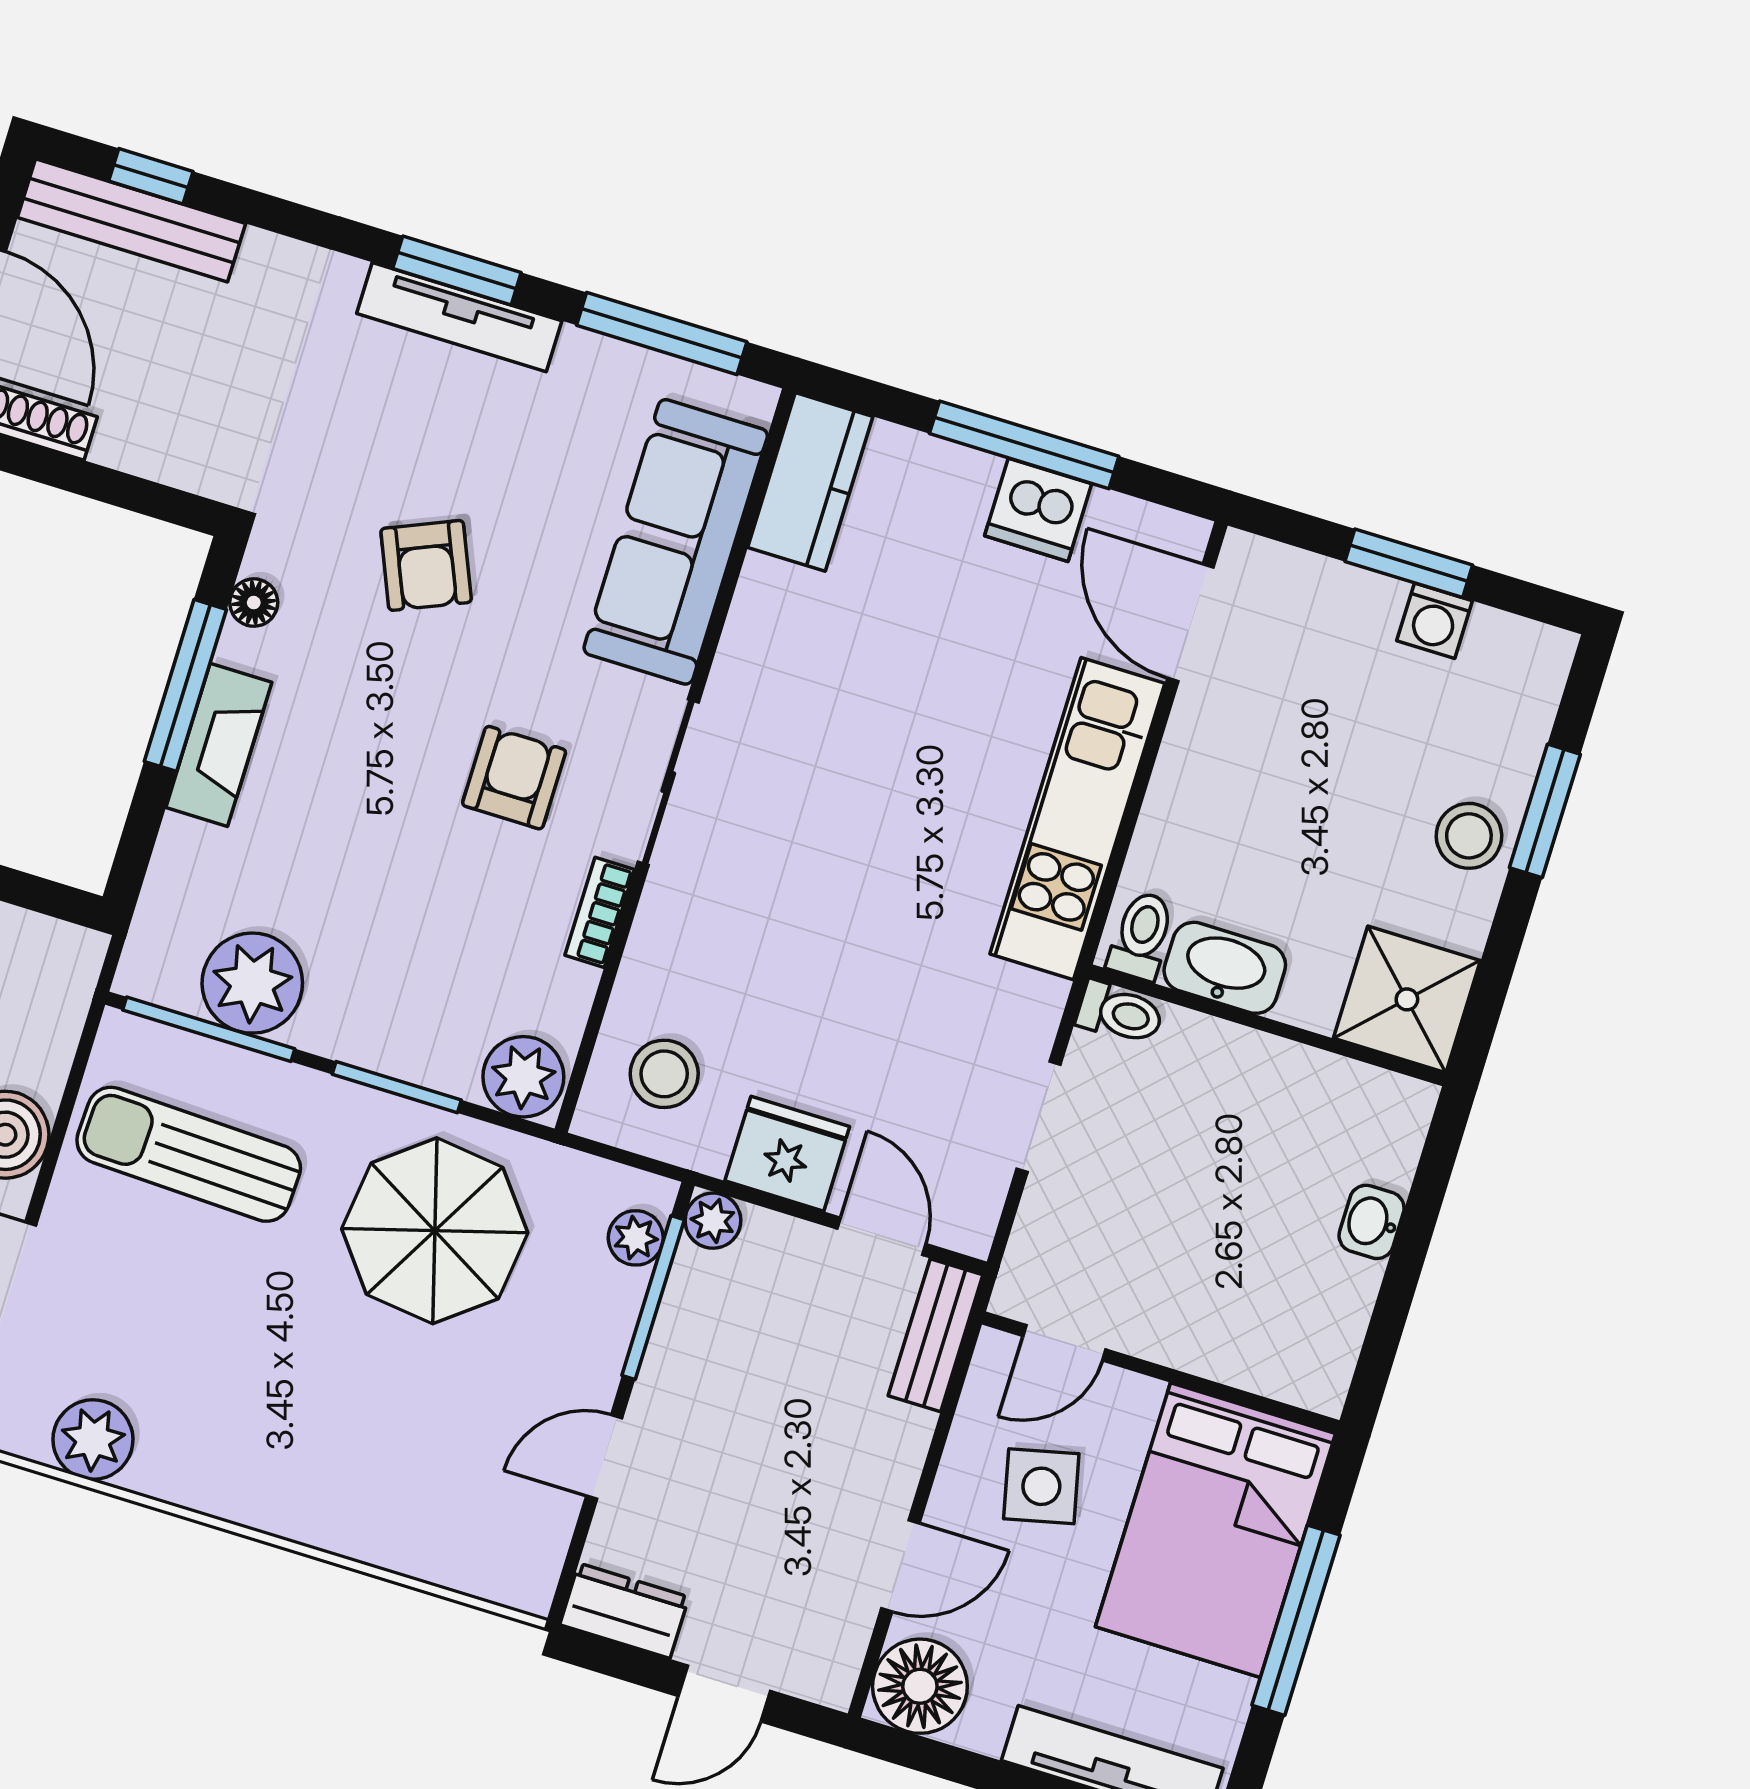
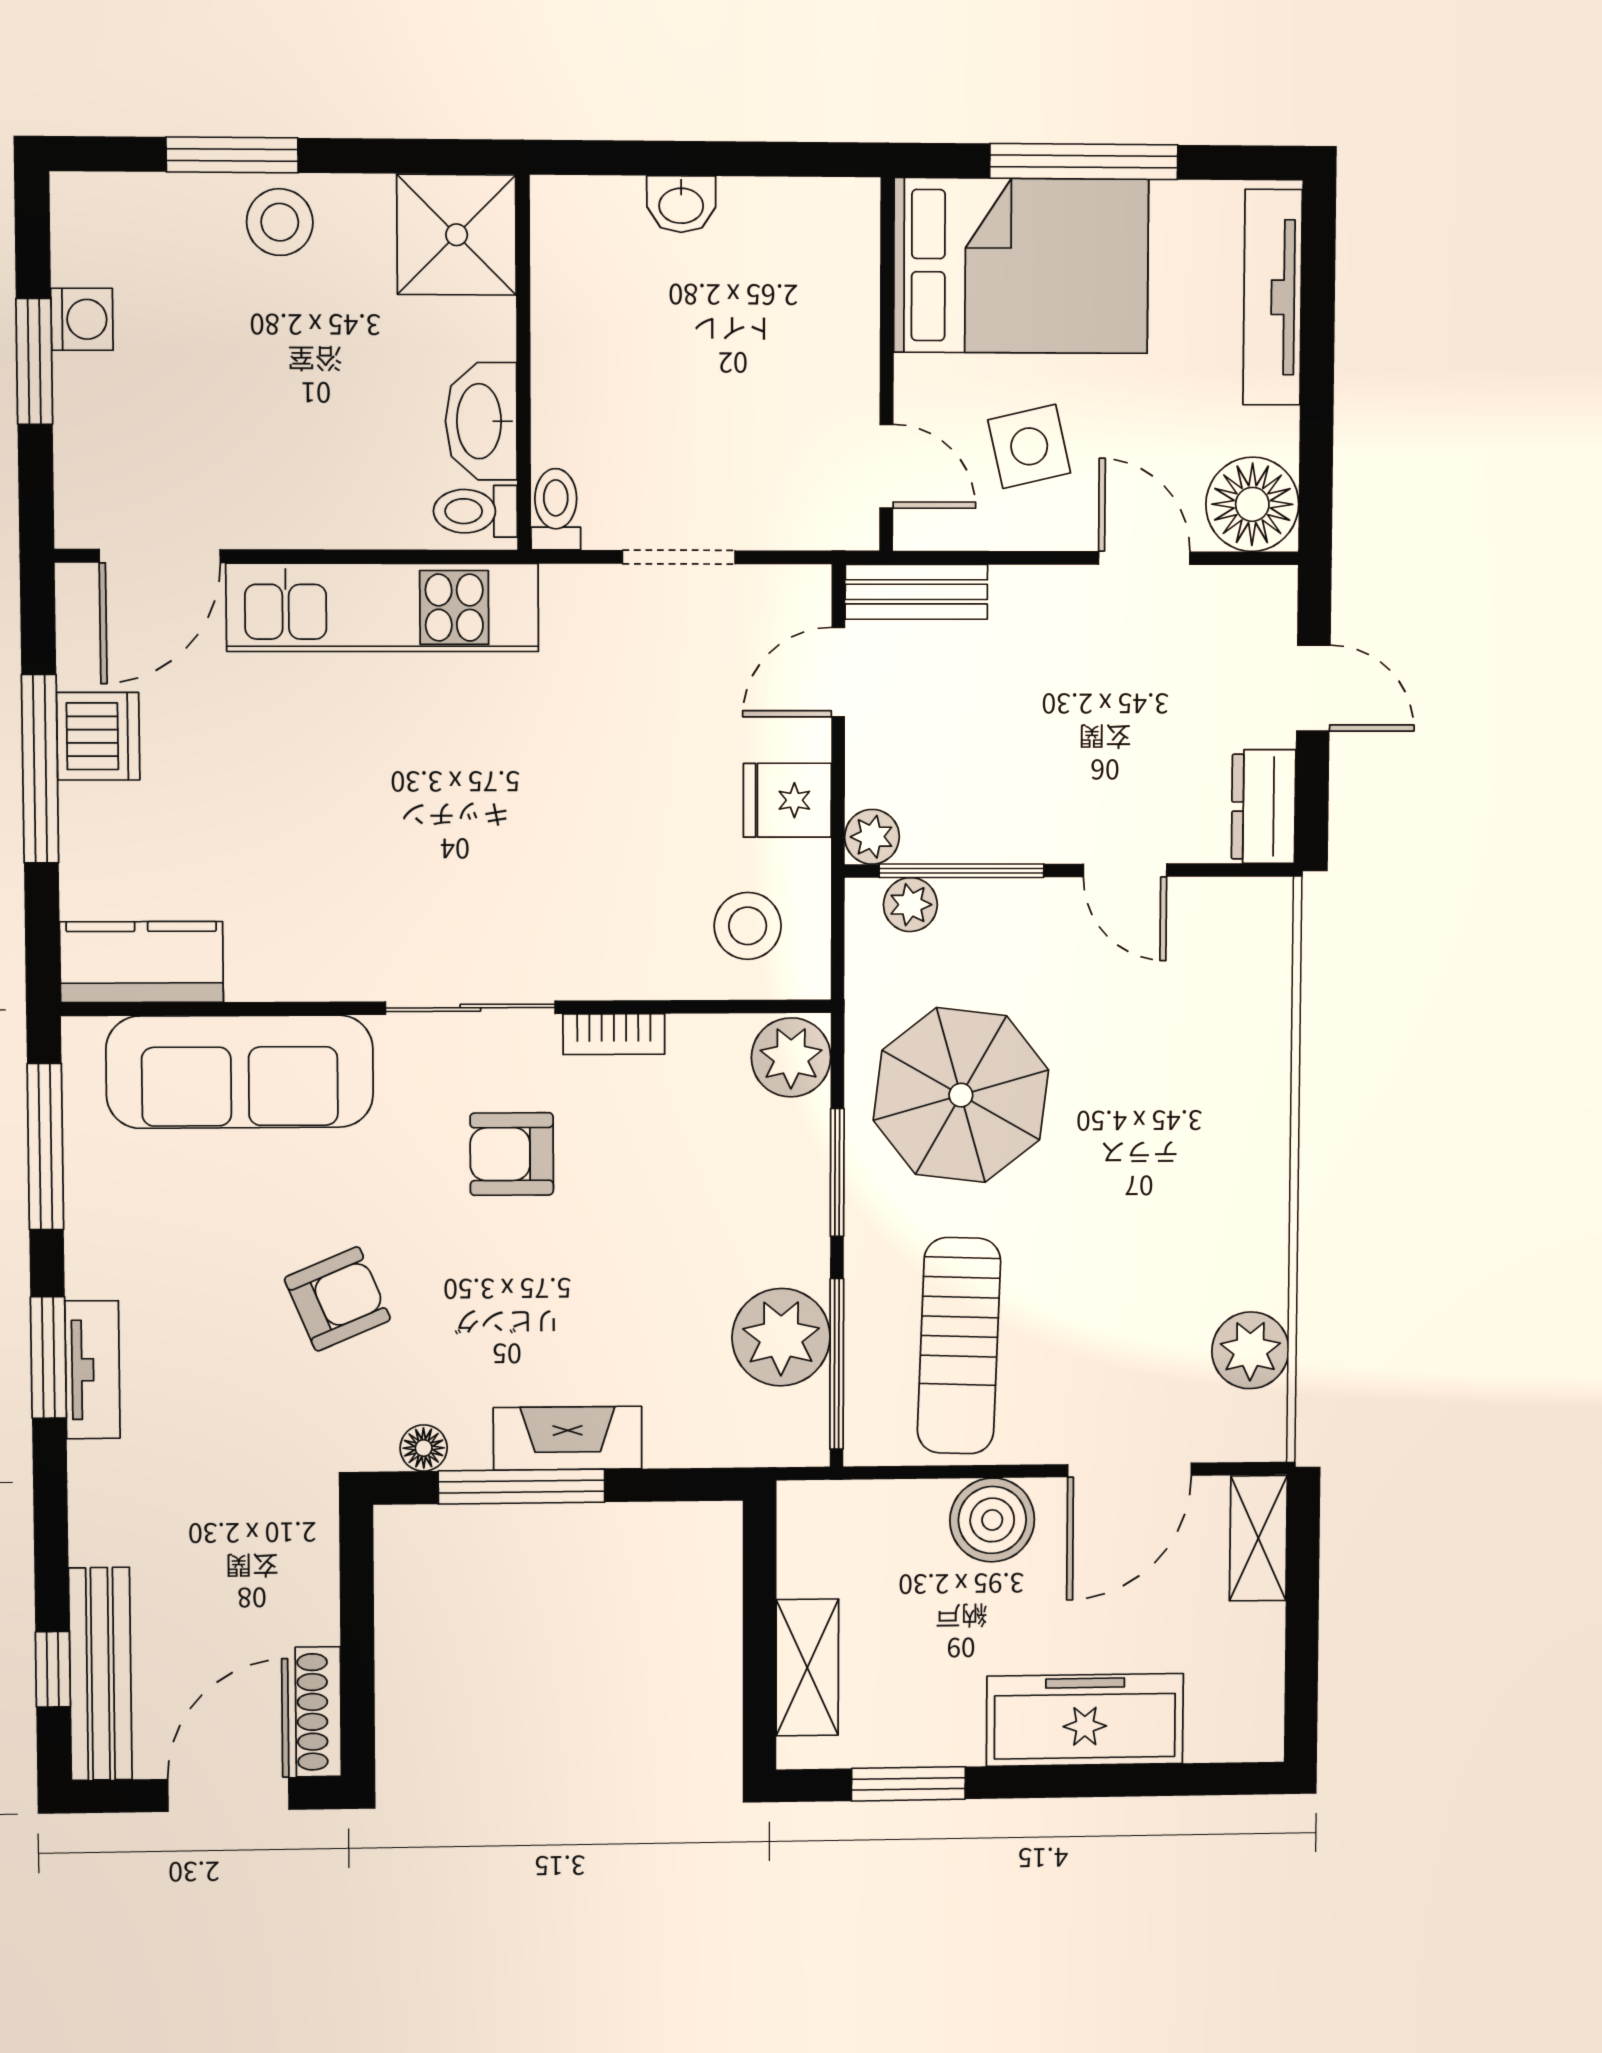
tv unit: (459, 317) -> (92, 1370), width x0.71
fridge: (787, 1154) -> (787, 800), width x0.72

